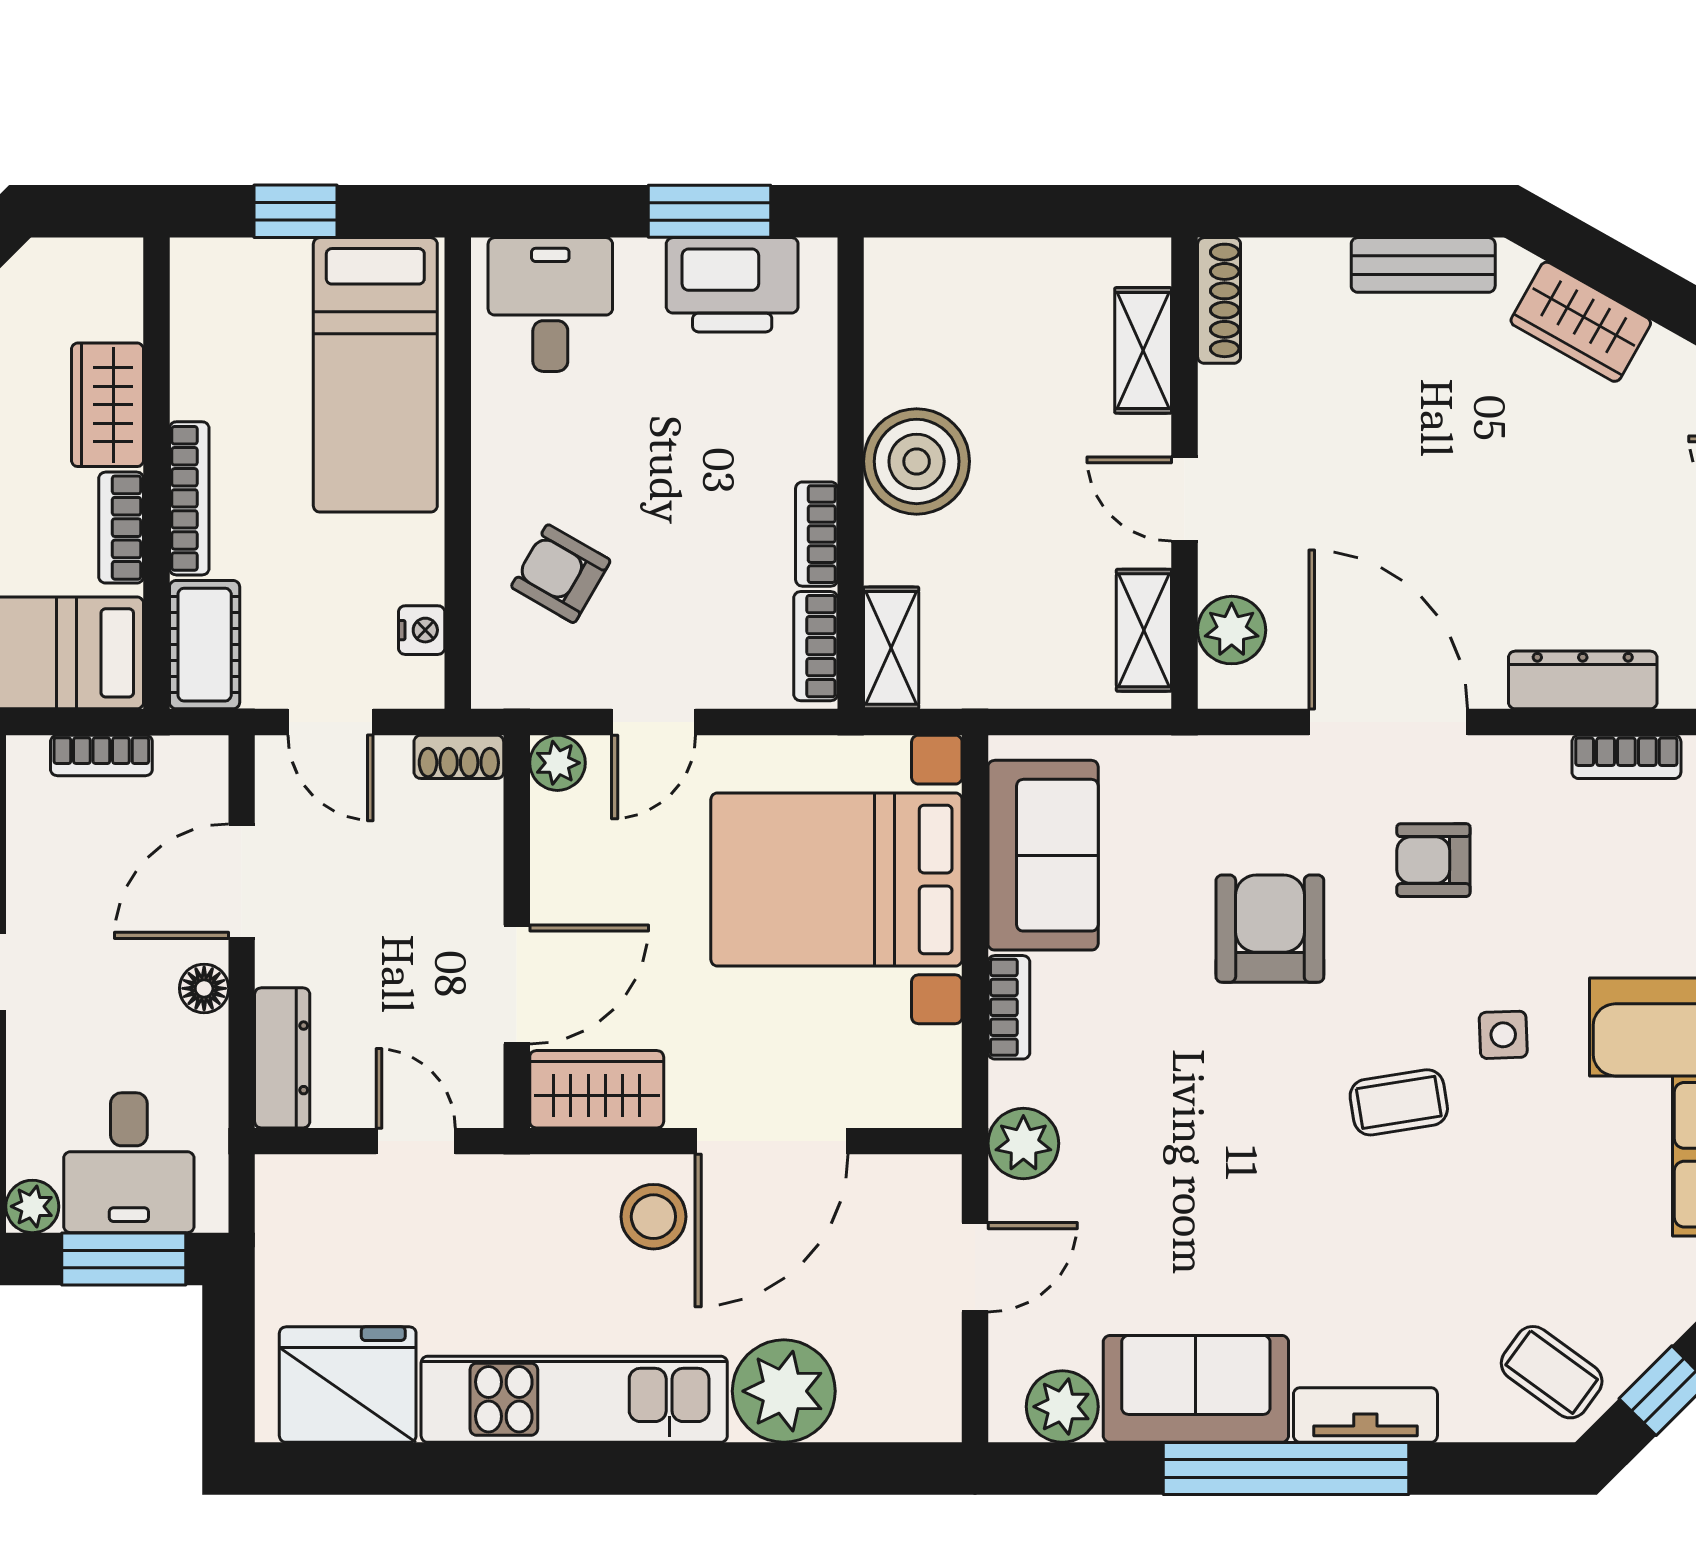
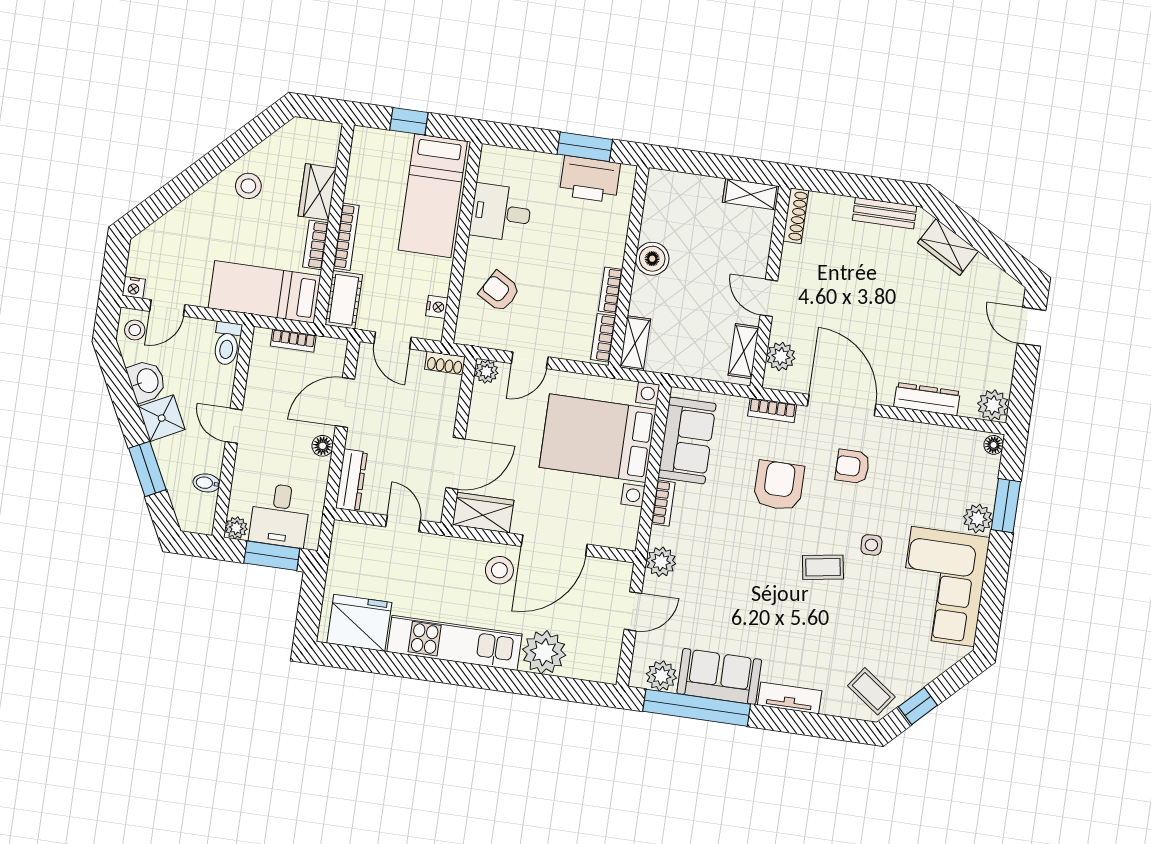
desk: (550, 304) -> (501, 213), moved, turned -90
shelving: (1143, 350) -> (751, 194), moved, turned 90
boiler: (917, 461) -> (652, 259), width x0.73, depth x0.73
bookcase: (1626, 757) -> (772, 410), moved
window: (1286, 1469) -> (697, 708), moved

